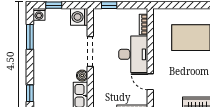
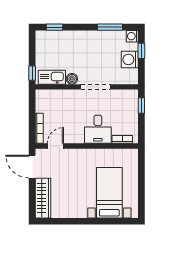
washing machine: (79, 17) -> (130, 59), moved, turned -90
desk: (133, 54) -> (98, 129), width x0.73
door: (150, 82) -> (55, 146), moved

